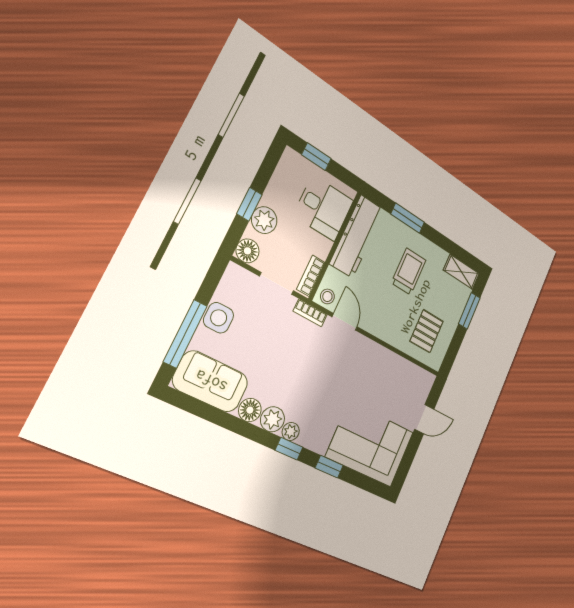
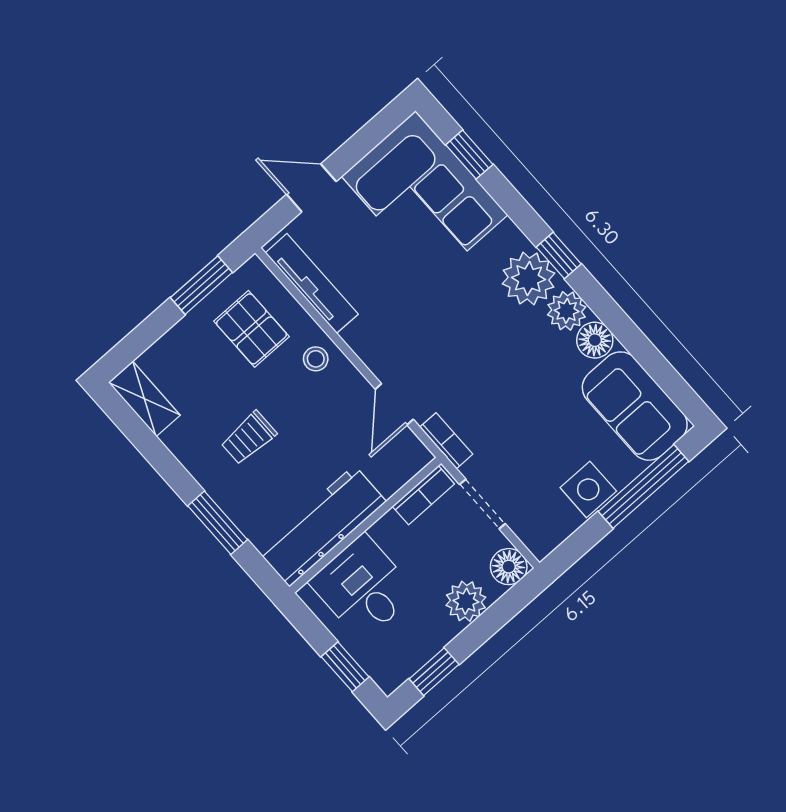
window: (249, 204) -> (434, 672), moved
trolley: (409, 271) -> (249, 438), width x0.73, depth x0.72
stool: (327, 296) -> (316, 359), moved
window: (469, 311) -> (201, 285), moved
pallet: (427, 331) -> (251, 329), turned 90
tv unit: (407, 369) -> (312, 283), added
plant: (291, 431) -> (528, 279), width x1.87, depth x1.87
window: (329, 467) -> (469, 155), moved

